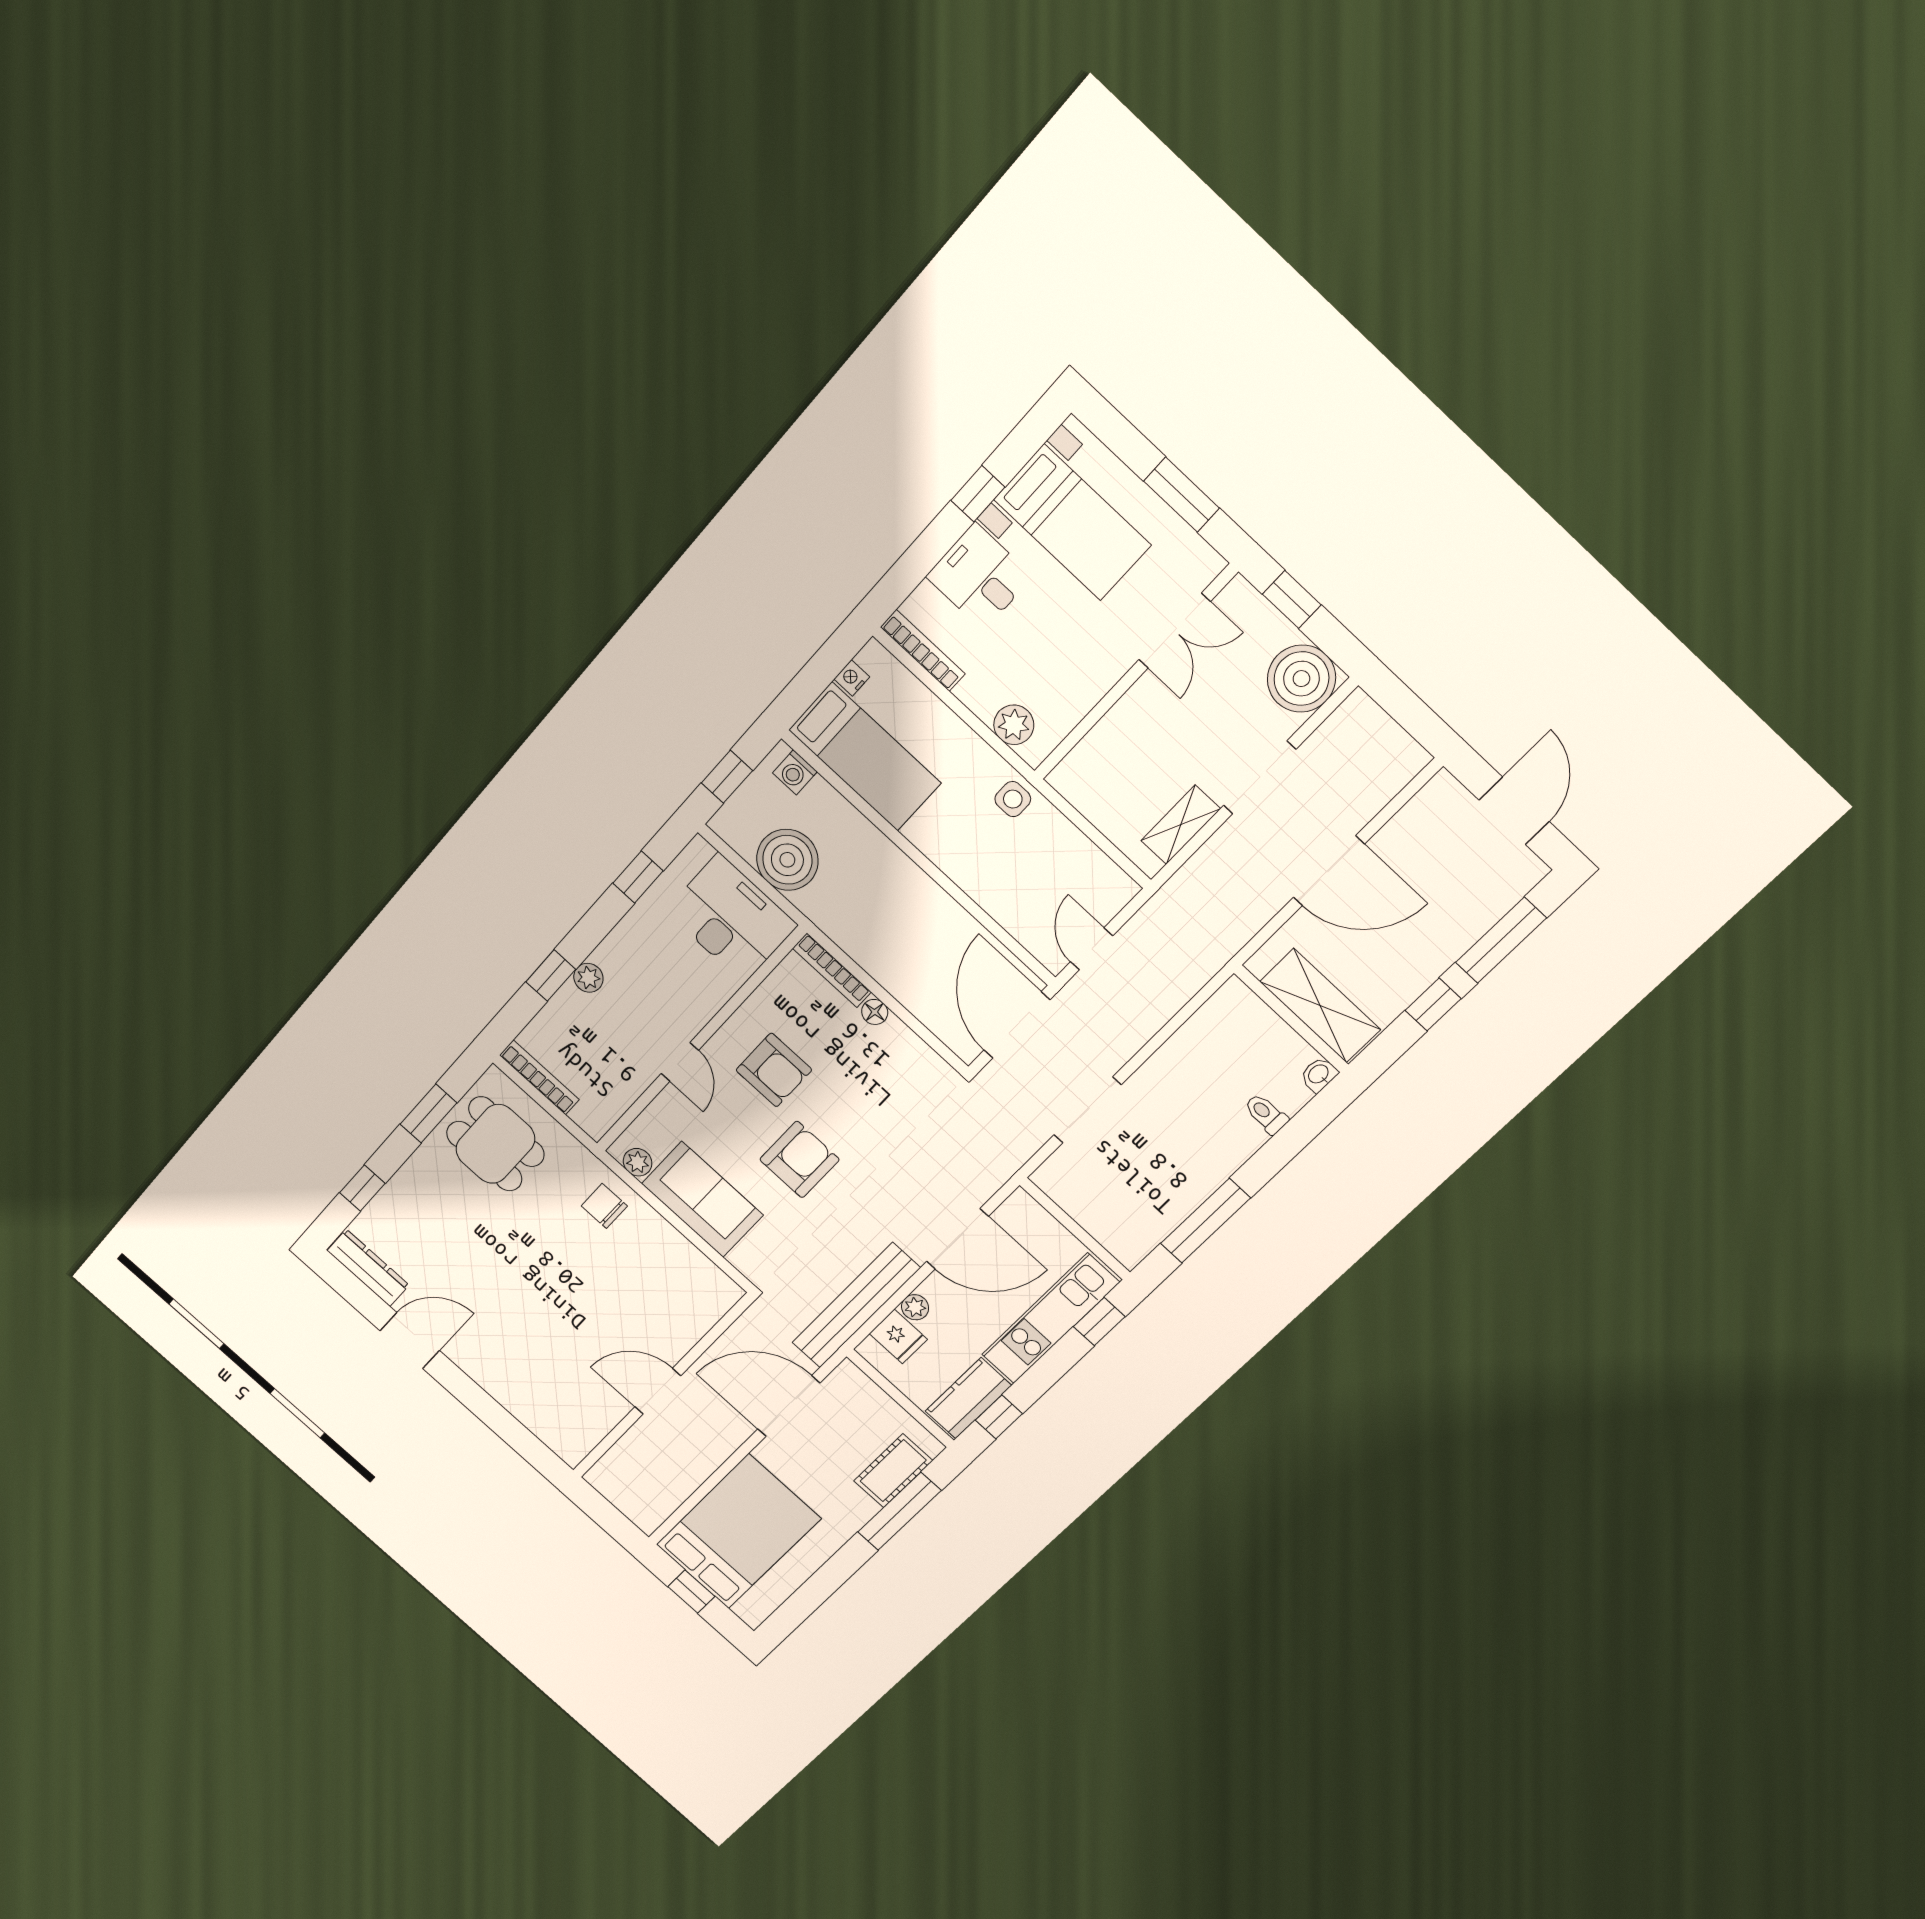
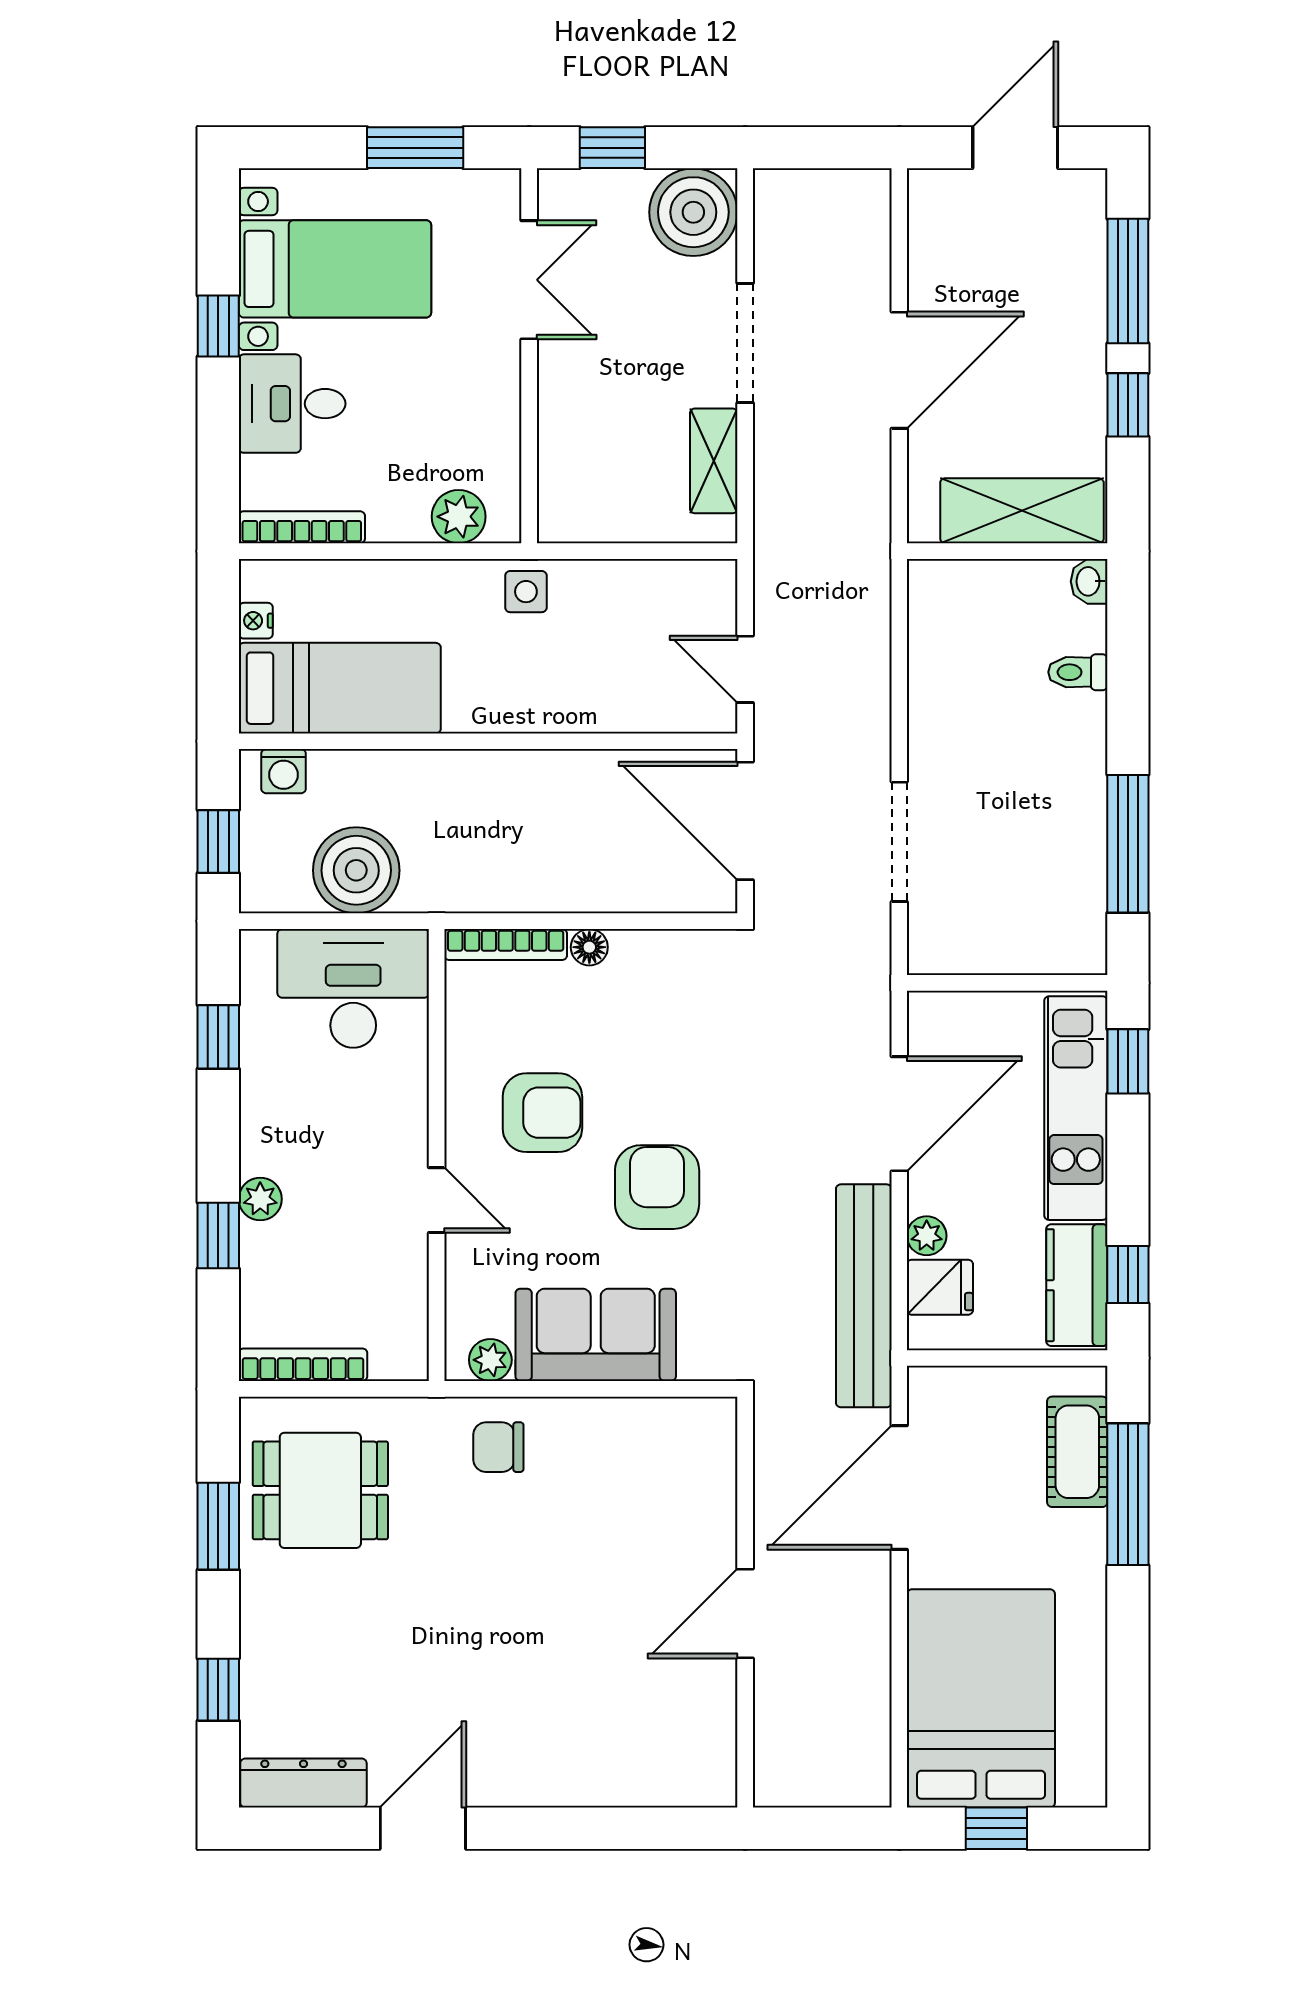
door: (1514, 811) -> (1015, 148), hinge flipped

